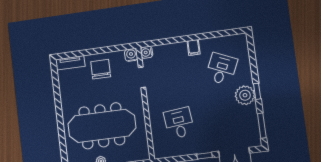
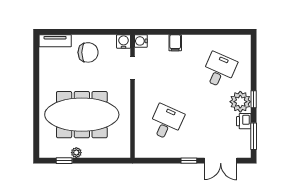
filing cabinet: (194, 47) -> (175, 43), moved
chair: (101, 69) -> (88, 52), turned 90
printer: (251, 113) -> (244, 121), added
desk: (179, 123) -> (166, 122), turned 30

